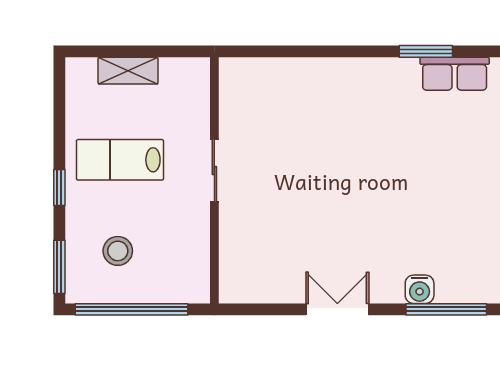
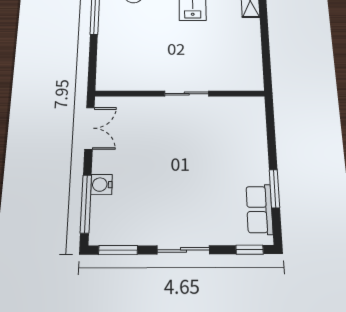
sliding door: (214, 171) -> (187, 94), moved
wall: (214, 180) -> (180, 94), moved

